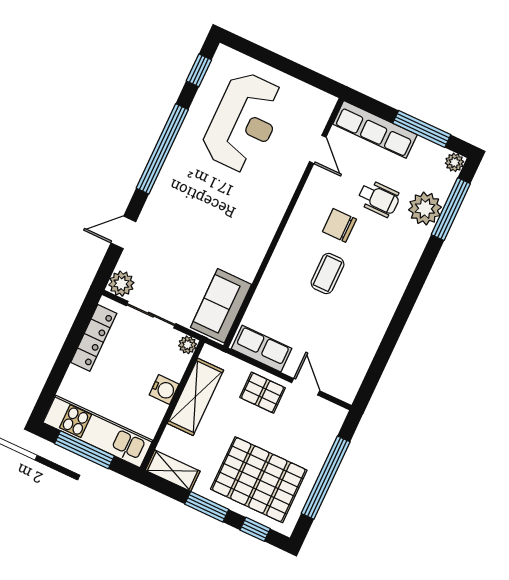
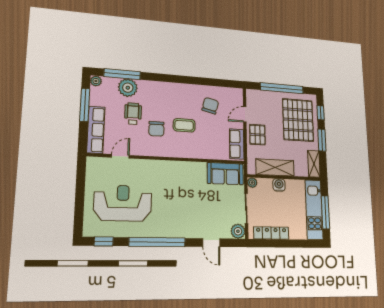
chair: (343, 333) -> (210, 106), added

